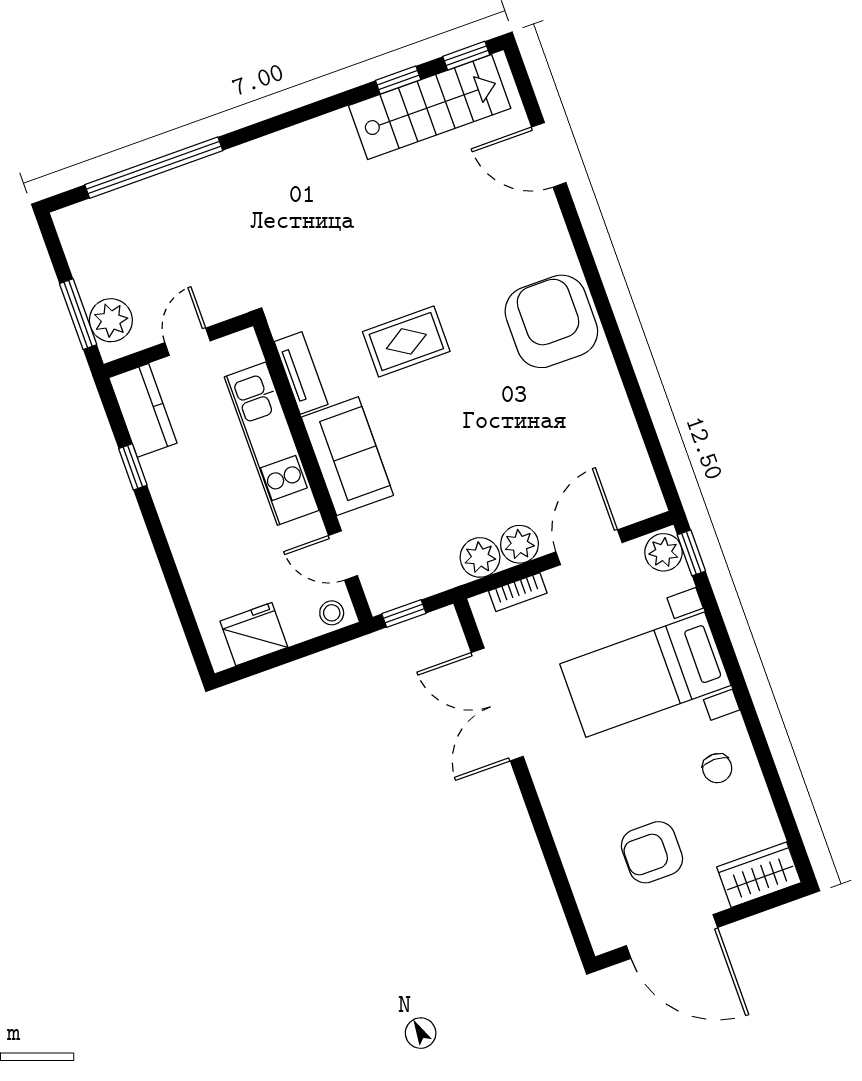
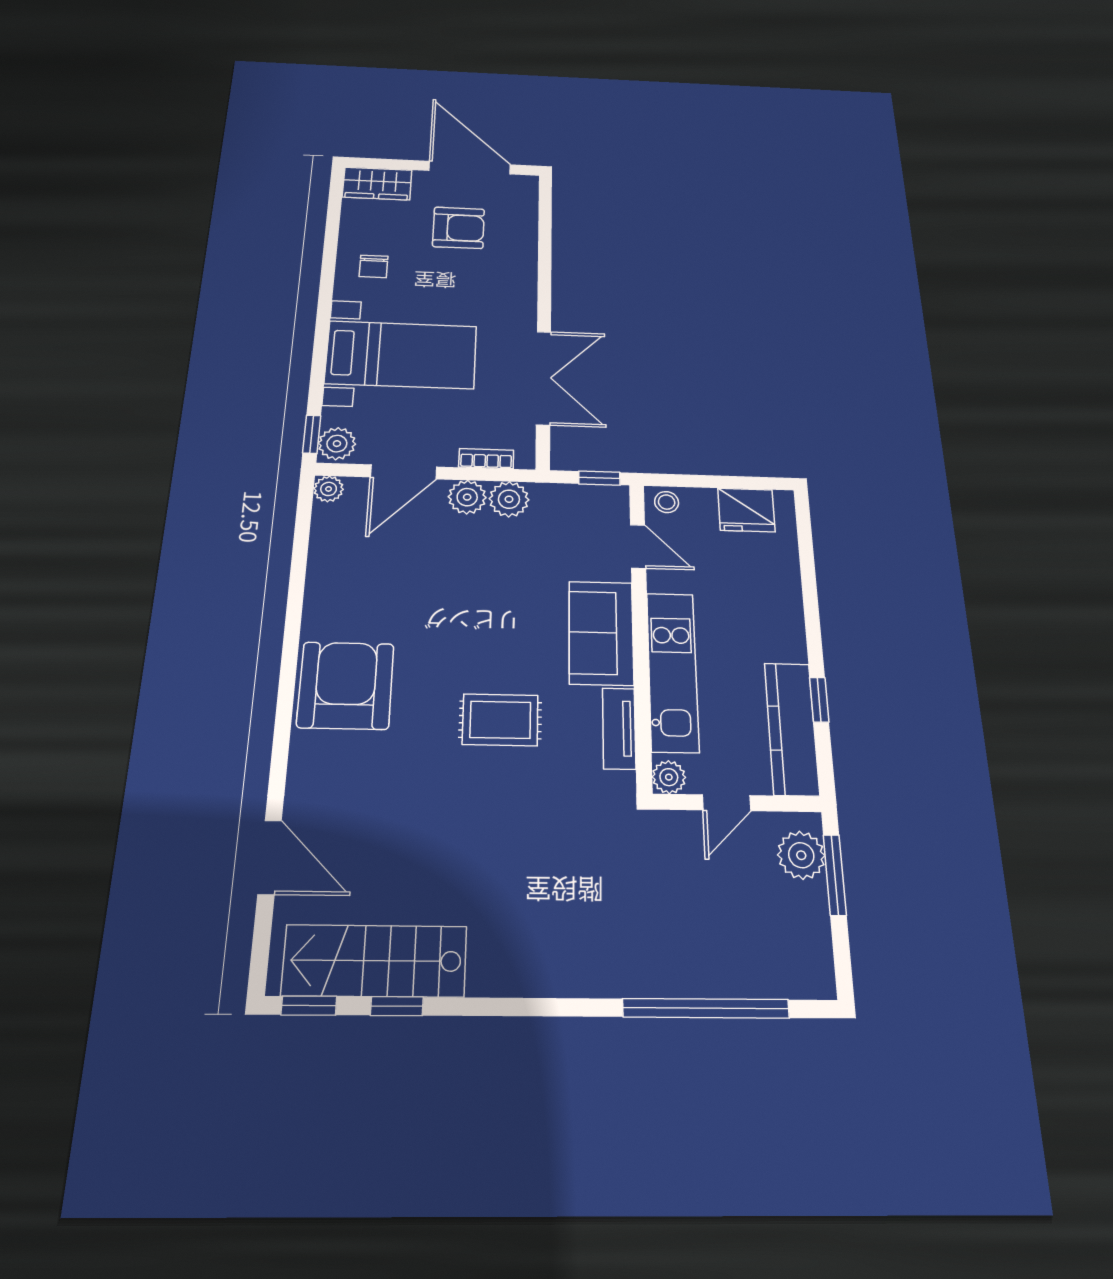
armchair: (551, 321) -> (346, 685), turned 180
plant: (244, 346) -> (669, 777), added
kitchen counter: (143, 410) -> (792, 728), width x1.50
plant: (650, 502) -> (329, 489), added
chair: (717, 768) -> (374, 266), turned 180

